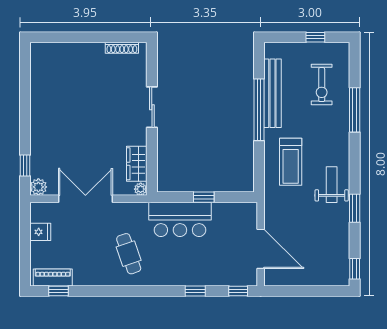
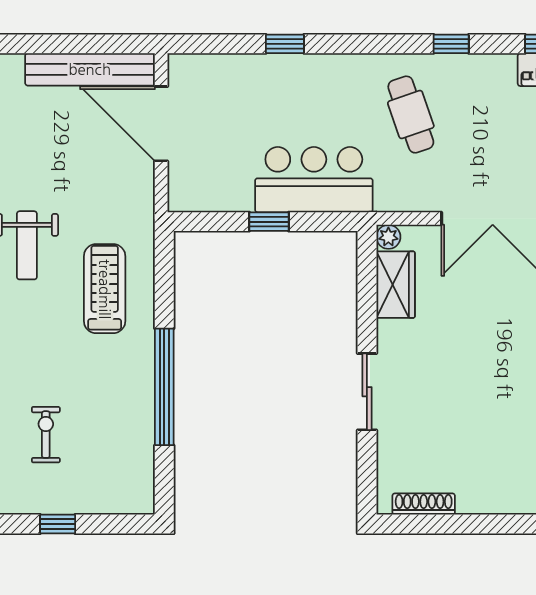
exercise bike: (322, 85) -> (46, 435), width x0.73, depth x0.72
bench: (272, 93) -> (90, 69), moved, turned 90
window: (238, 291) -> (451, 44), moved

